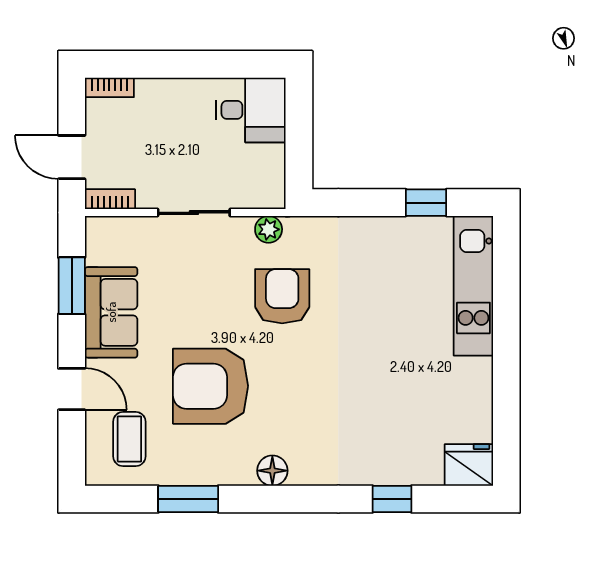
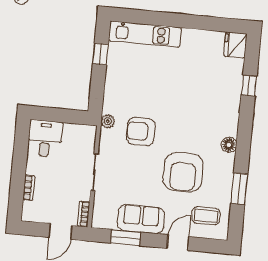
bookcase: (109, 87) -> (29, 188), moved
plant: (269, 229) -> (108, 121), moved

